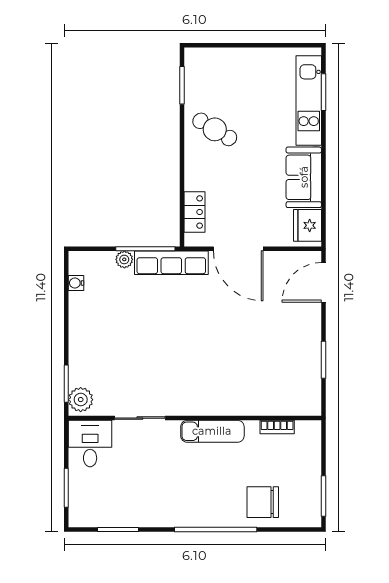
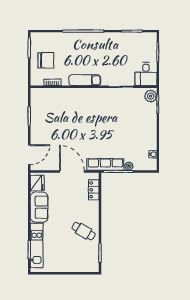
chair: (263, 502) -> (46, 60), moved

